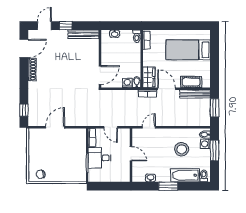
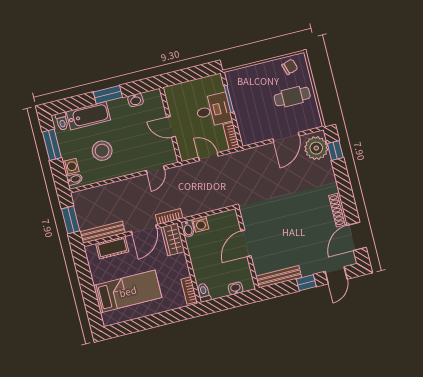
door: (100, 75) -> (246, 243), moved
door: (167, 89) -> (144, 230), hinge flipped
plant: (36, 115) -> (316, 148), added
window: (215, 151) -> (52, 145), moved
cafe table: (44, 154) -> (292, 97), added

